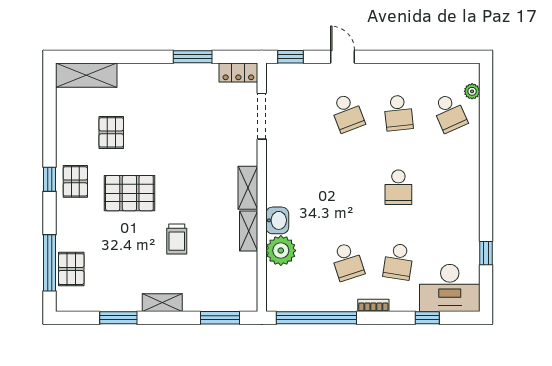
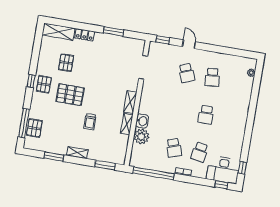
locker: (238, 72) -> (85, 35), moved
school desk: (449, 113) -> (238, 82), removed
window: (486, 253) -> (242, 168), moved
window: (427, 318) -> (221, 185), moved

